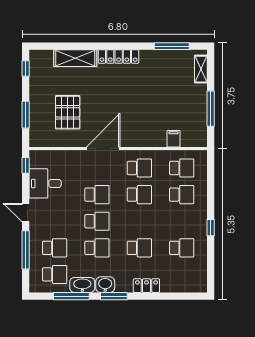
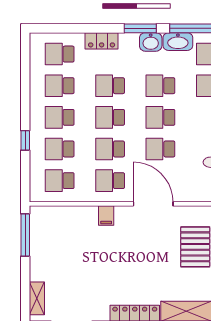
window: (211, 109) -> (25, 235), moved
filing cabinet: (174, 139) -> (106, 215), moved
door: (103, 148) -> (153, 204), swing flipped
school desk: (139, 221) -> (110, 117), added
school desk: (182, 221) -> (60, 117), added
window: (211, 228) -> (25, 140), moved
school desk: (182, 274) -> (60, 54), added

